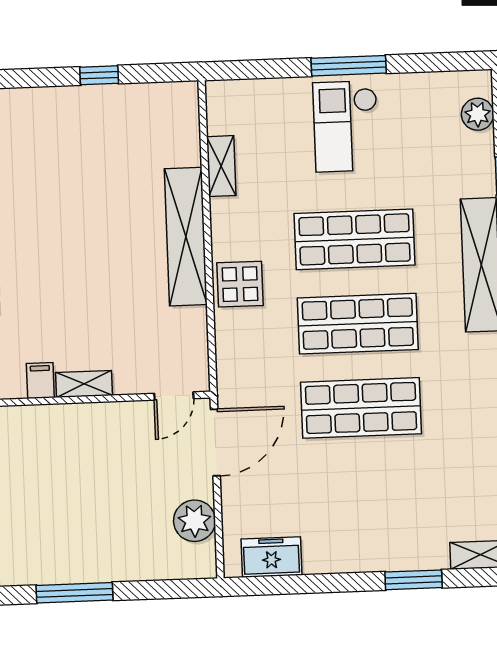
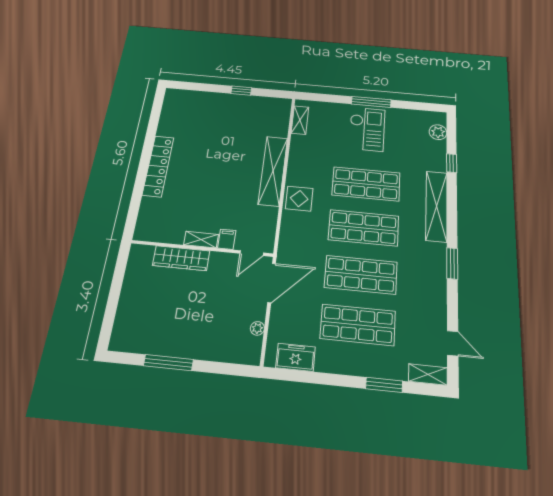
checkout: (346, 126) -> (367, 129), turned 180
shelving: (221, 166) -> (300, 120), moved
filing cabinet: (40, 381) -> (227, 239), moved
wardrobe: (57, 421) -> (181, 258), added
shop shelf: (364, 492) -> (358, 325), added
plant: (195, 521) -> (257, 328), width x0.53, depth x0.53

